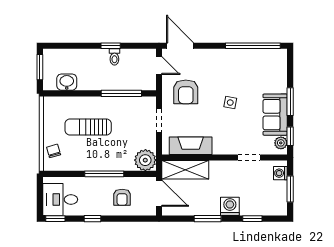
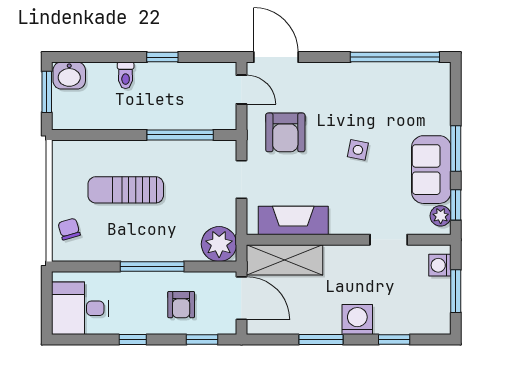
toilet: (114, 57) -> (126, 75), moved
washbasin: (67, 82) -> (69, 76), moved, turned 180
window: (55, 219) -> (202, 340), moved

